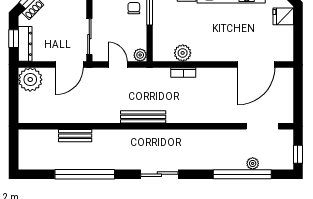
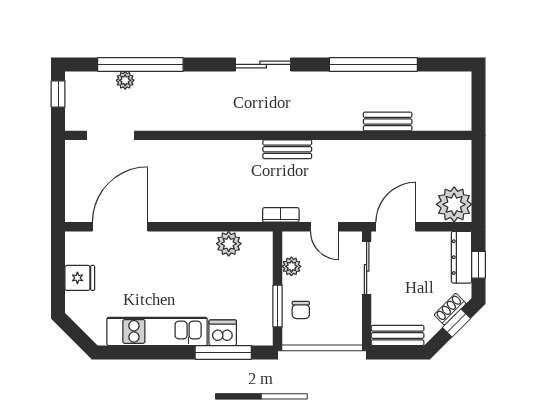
fridge: (283, 16) -> (80, 278), moved
plant: (140, 55) -> (291, 266), moved
bookcase: (183, 72) -> (281, 215), moved
bench: (143, 117) -> (287, 149), width x0.73

